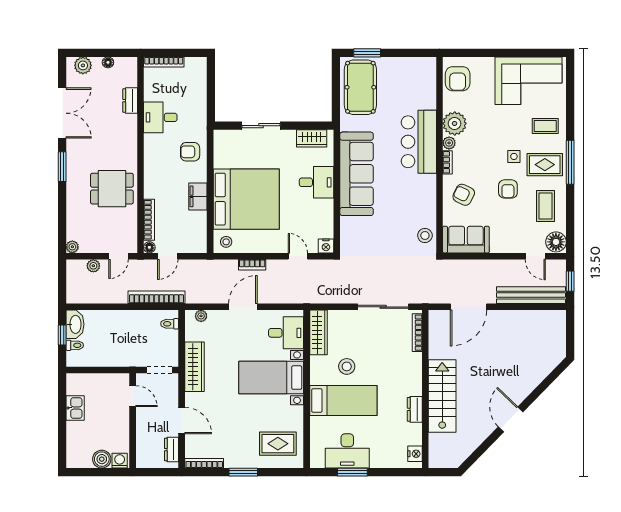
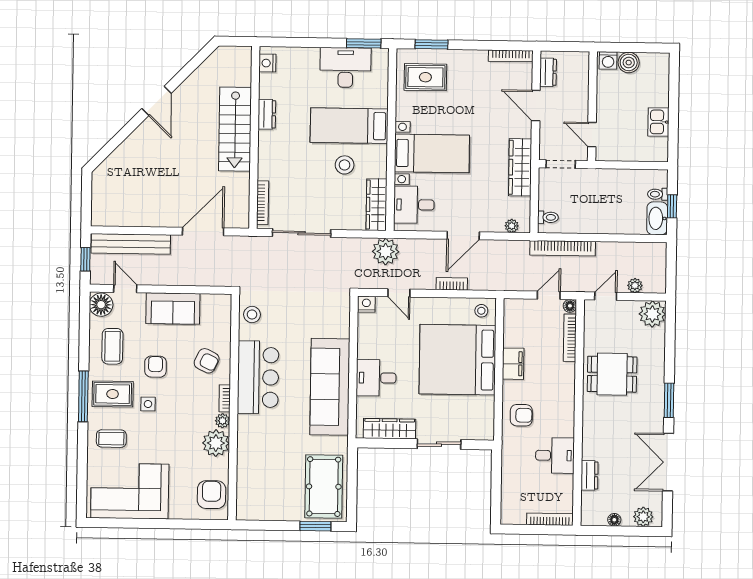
wardrobe: (312, 138) -> (390, 429), width x1.50
bar counter: (419, 142) -> (258, 377), moved
sofa: (466, 240) -> (173, 309), moved
plant: (72, 247) -> (652, 314), width x1.88, depth x1.88
plant: (310, 292) -> (386, 252), added
window: (243, 472) -> (431, 44), moved
window: (352, 472) -> (364, 43), moved

